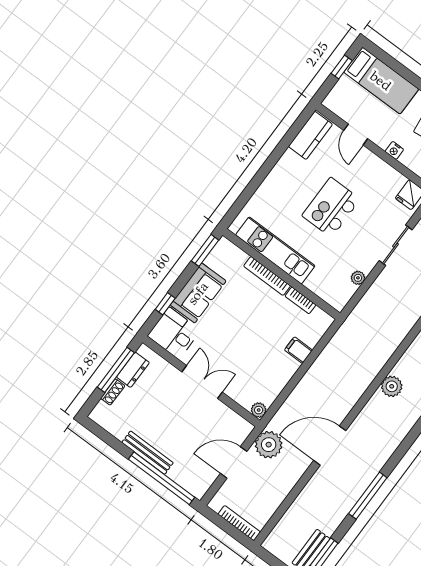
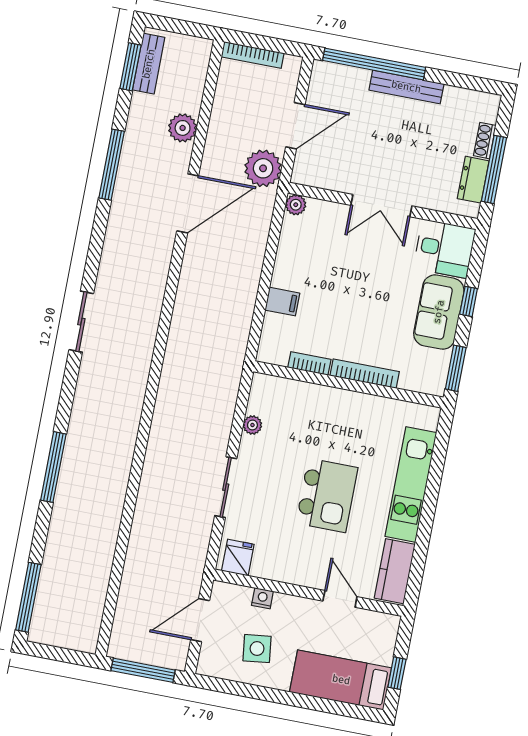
nightstand: (394, 150) -> (262, 598), moved
kitchen unit: (275, 250) -> (411, 484), moved, turned 90
window: (165, 304) -> (469, 301), moved
plant: (392, 386) -> (183, 128), moved

